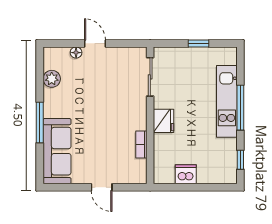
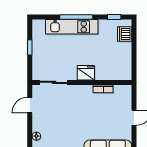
door: (95, 43) -> (30, 105), moved
dishwasher: (186, 174) -> (125, 34), moved

